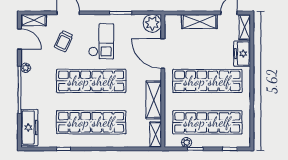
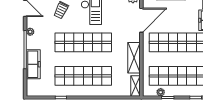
door: (163, 54) -> (141, 20), swing flipped
freezer: (29, 128) -> (33, 64), moved

